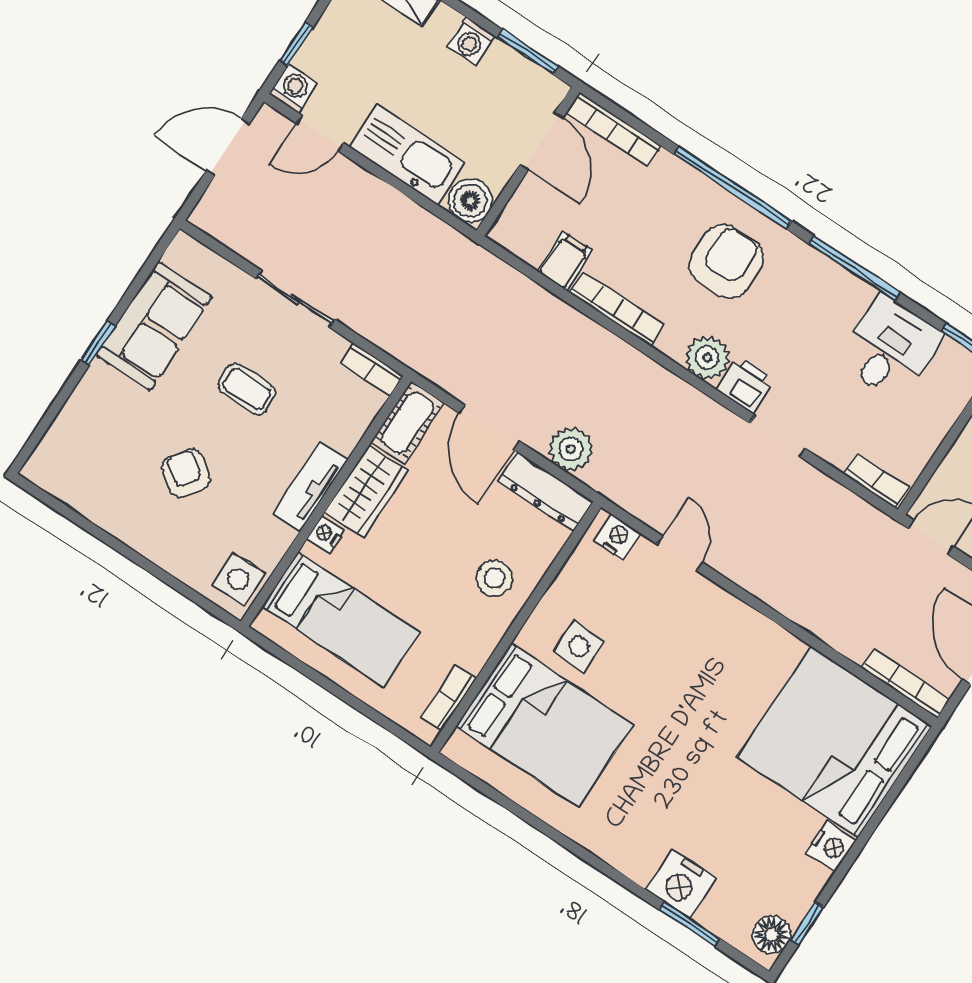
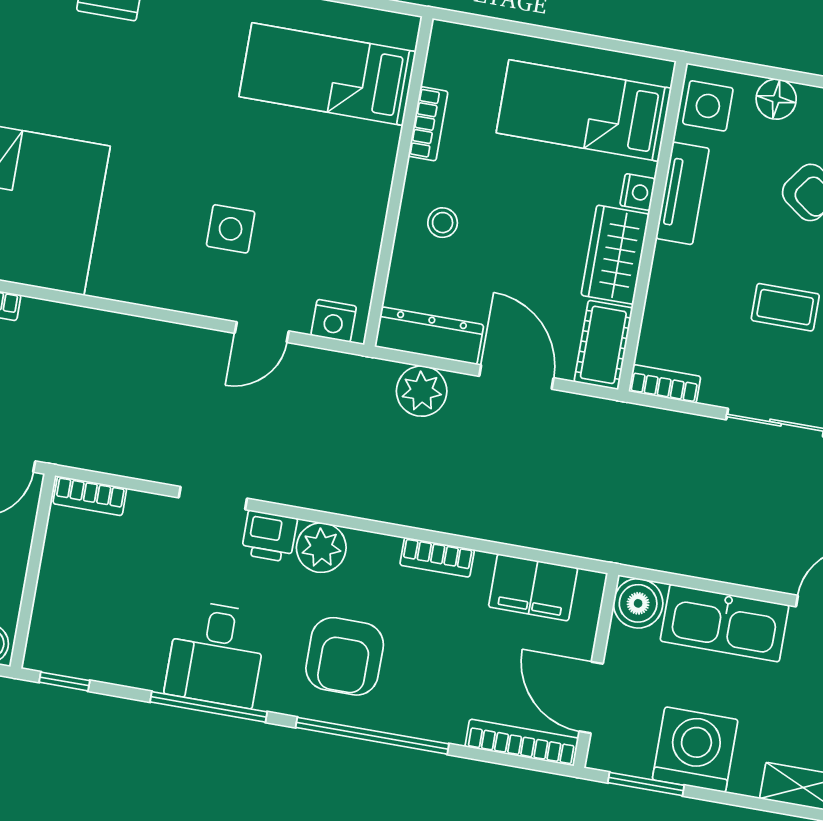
washing machine: (471, 41) -> (695, 750), width x1.89, depth x1.89
filing cabinet: (565, 261) -> (533, 587), width x2.00
bookcase: (617, 309) -> (437, 557), width x0.64
desk: (890, 348) -> (216, 654), moved
tv unit: (310, 487) -> (682, 193), moved
door: (680, 553) -> (262, 332), hinge flipped
floor lamp: (181, 561) -> (776, 99), added
stool: (495, 578) -> (443, 223), width x0.73, depth x0.73
side table: (579, 647) -> (231, 229), moved
bookcase: (449, 698) -> (428, 124), moved
bed: (545, 725) -> (327, 74), width x0.67

